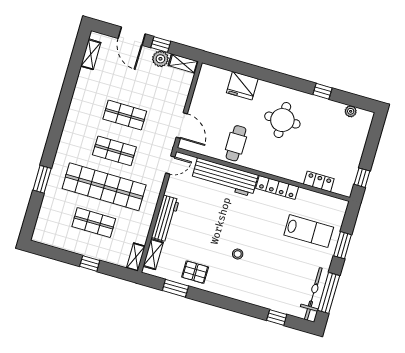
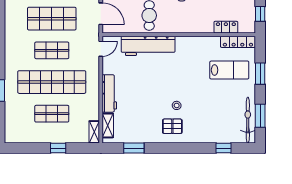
shop shelf: (125, 115) -> (52, 19), width x1.43, depth x1.36
locker: (277, 187) -> (238, 42), moved
pallet: (195, 272) -> (172, 126), moved
window: (329, 293) -> (260, 116), width x0.69

